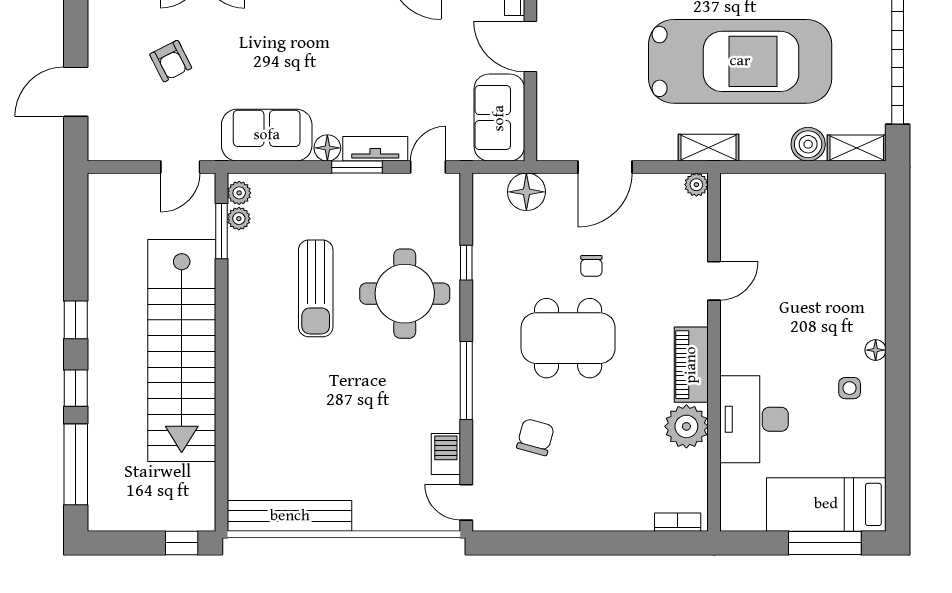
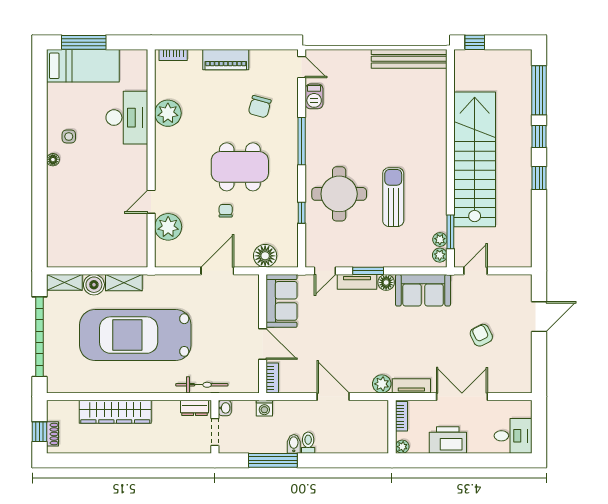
shelving: (709, 148) -> (124, 283), moved
plant: (696, 185) -> (168, 227), moved, width x1.88, depth x1.88
piano: (691, 365) -> (226, 60), moved, turned 90

